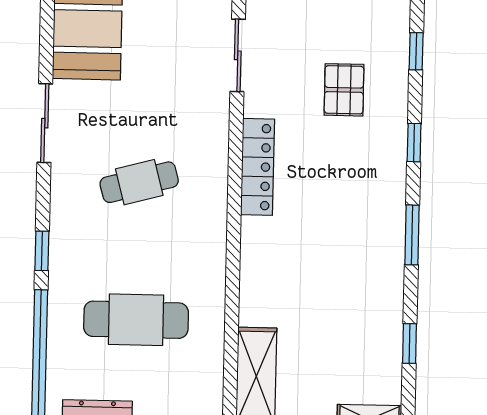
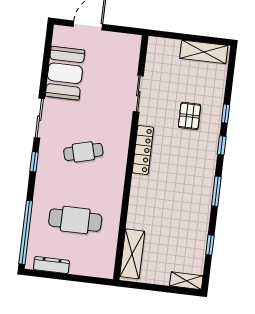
window: (416, 51) -> (226, 114), moved
window: (42, 251) -> (34, 162), moved

